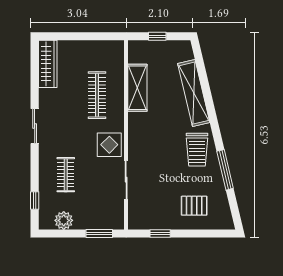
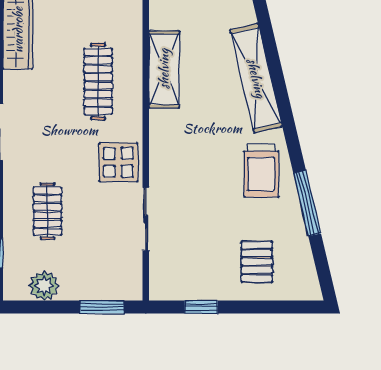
pallet: (194, 206) -> (257, 262), turned 90

